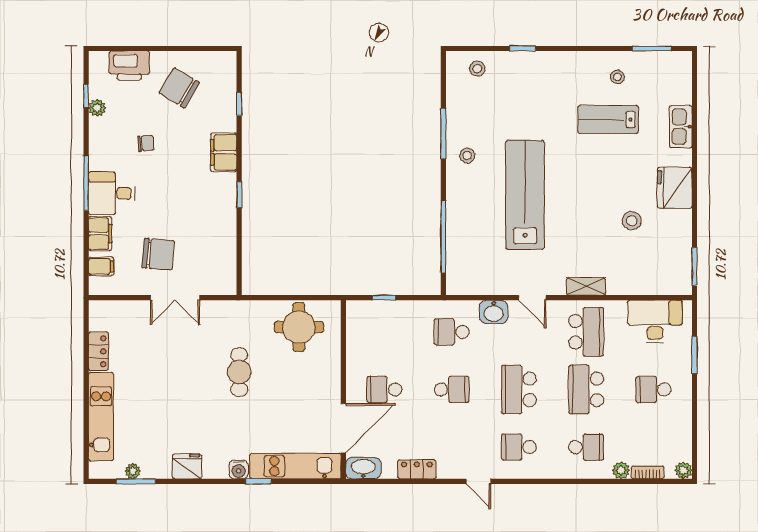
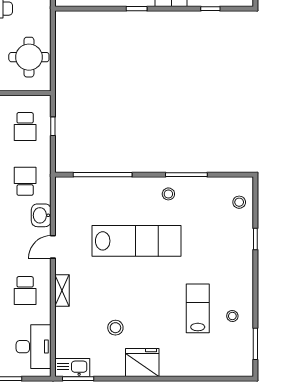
kitchen sink: (681, 127) -> (72, 368), moved
school desk: (384, 332) -> (25, 127), added
school desk: (586, 332) -> (25, 291), width x0.54

